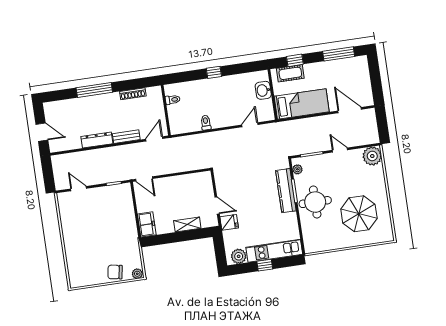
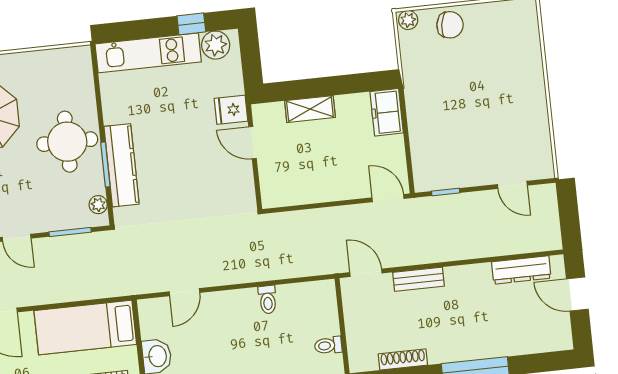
door: (154, 139) -> (366, 273), swing flipped
dresser: (97, 140) -> (521, 270), moved
window: (265, 265) -> (191, 24), moved

